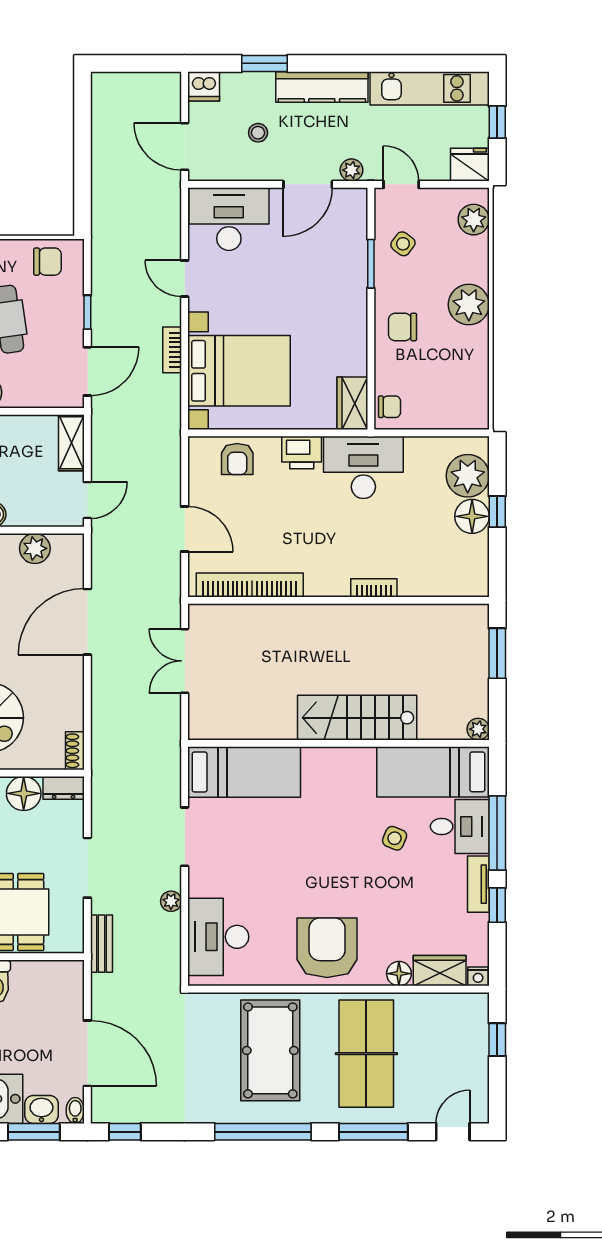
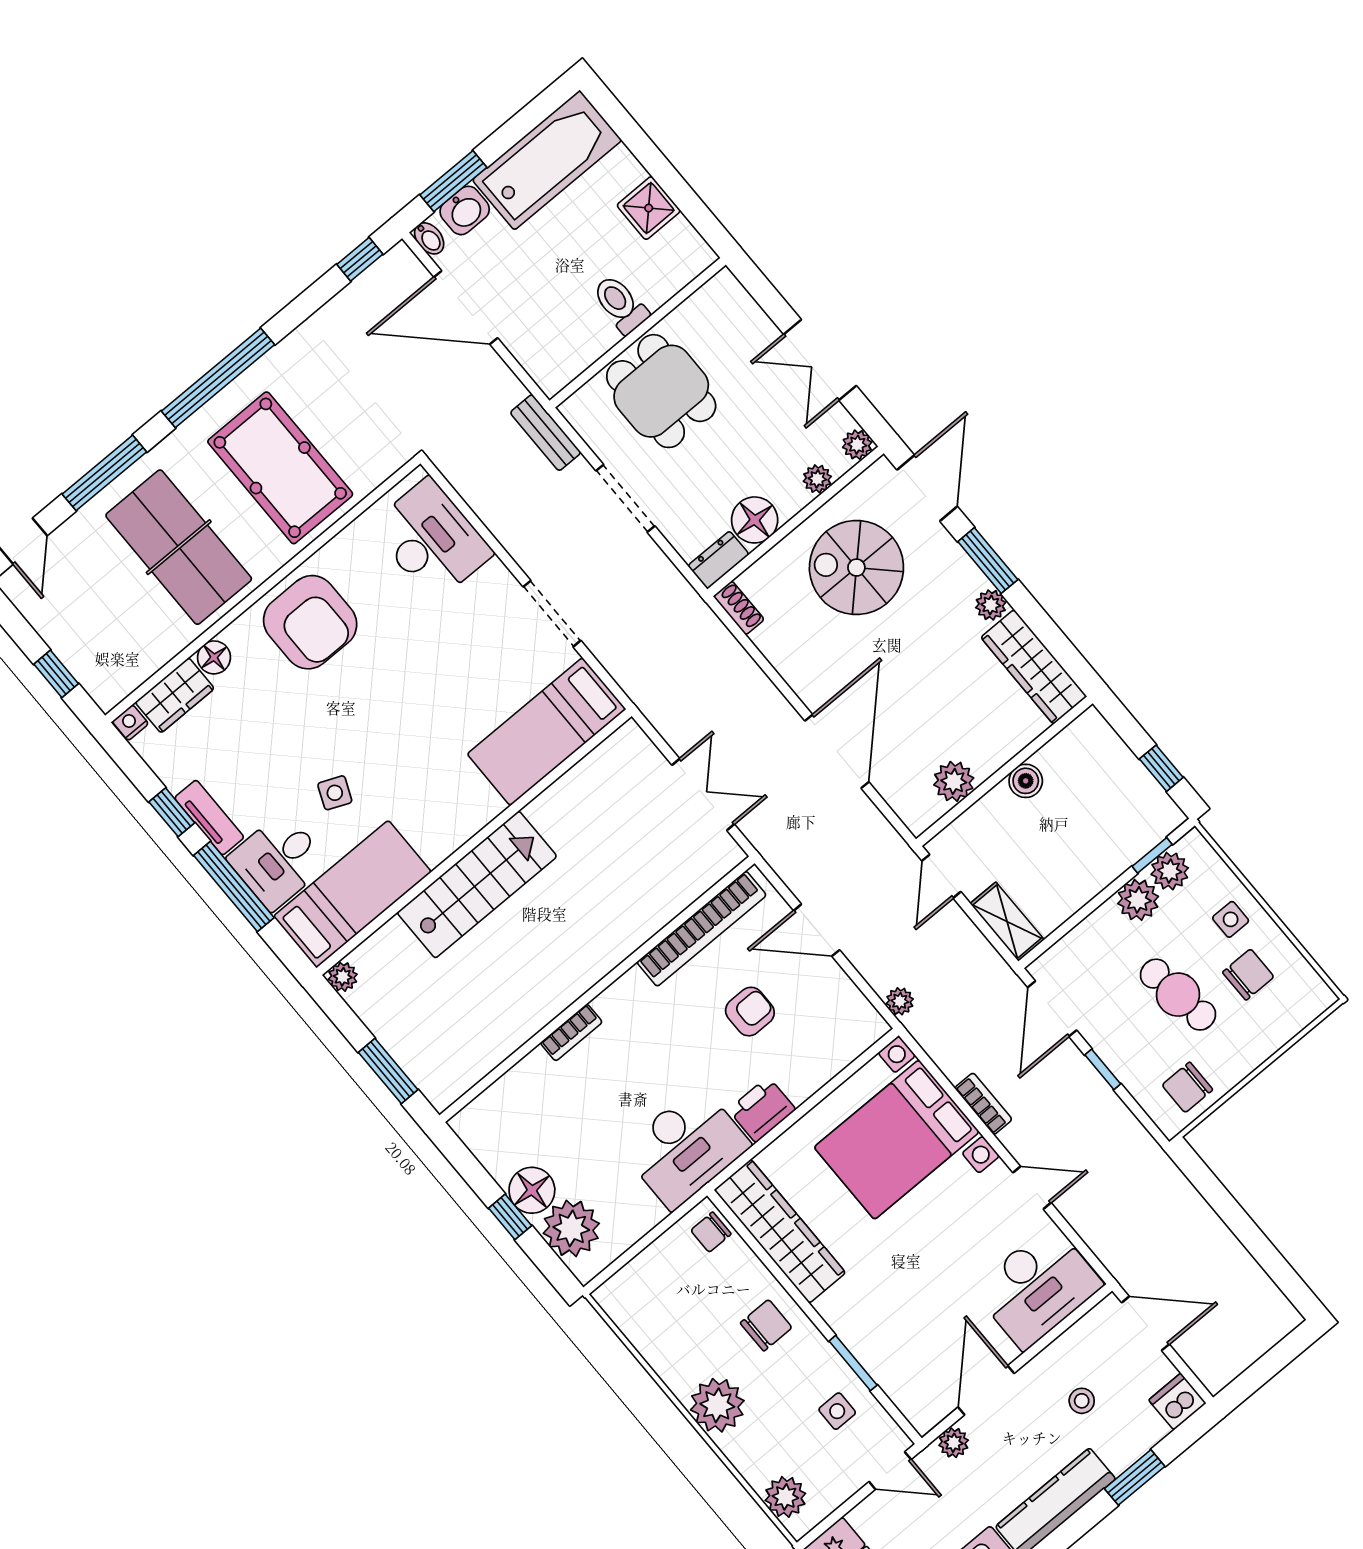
side table: (403, 244) -> (837, 1411), turned -37
wardrobe: (352, 403) -> (780, 1231), width x2.10, depth x1.17
armchair: (237, 459) -> (750, 1012), moved, turned 90
plant: (171, 901) -> (900, 1001), moved

